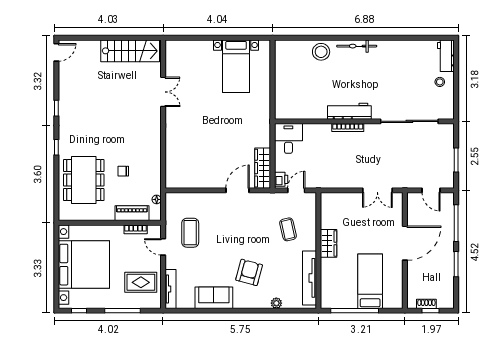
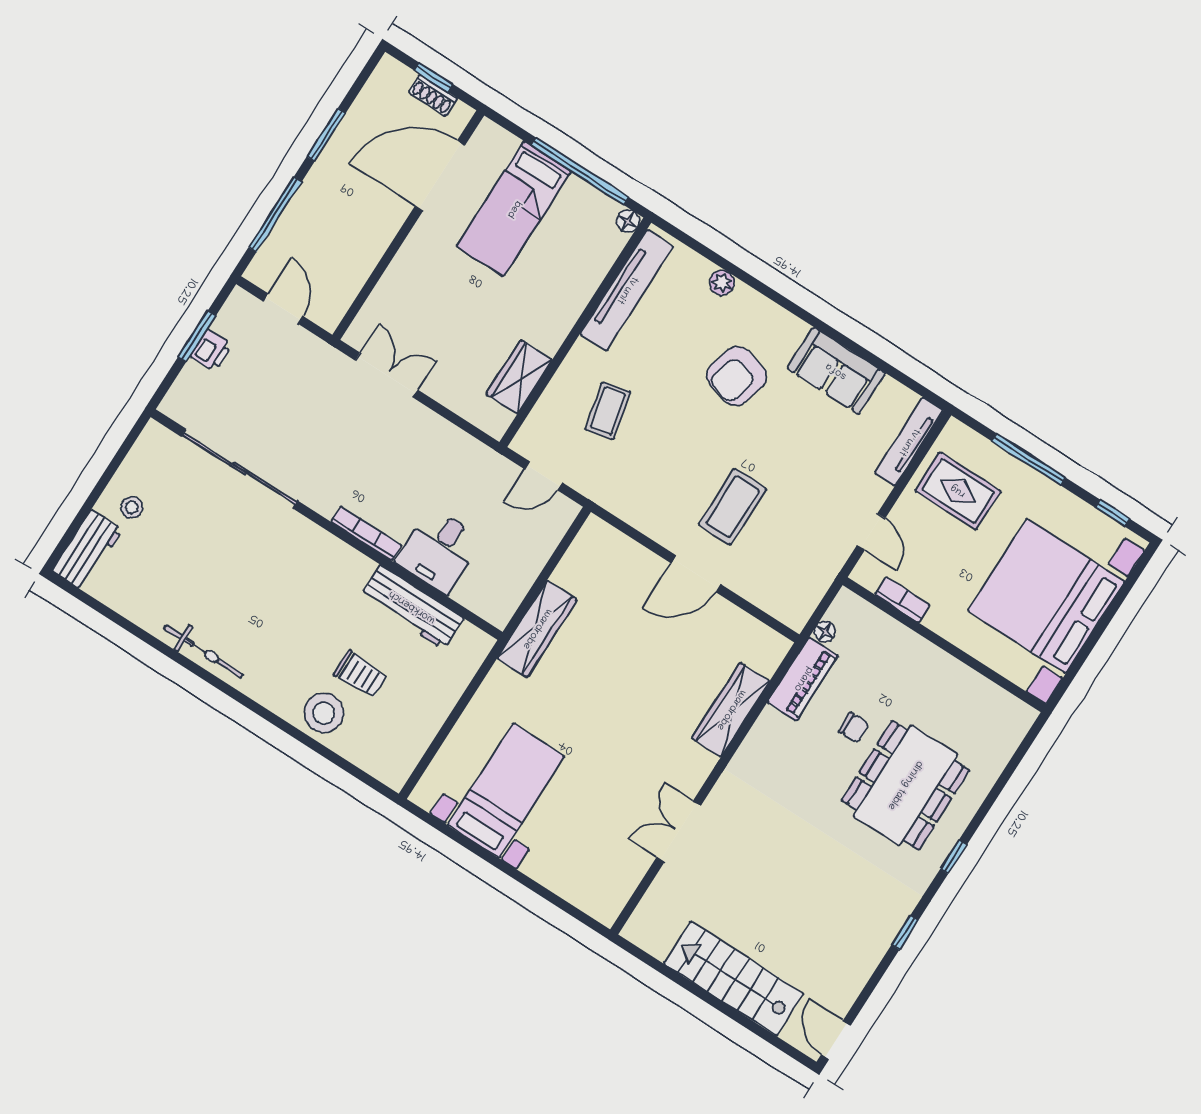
bicycle: (357, 46) -> (204, 651), moved
stairs: (130, 51) -> (734, 979), moved
door: (56, 52) -> (836, 1040), hinge flipped
trolley: (317, 74) -> (360, 675), added
workbench: (349, 111) -> (412, 607), moved
desk: (288, 138) -> (439, 550), moved
wardrobe: (173, 149) -> (731, 710), added
wardrobe: (263, 168) -> (537, 629), moved
printer: (281, 179) -> (211, 350), moved, turned 180
dining table: (84, 180) -> (905, 785), moved
door: (238, 190) -> (696, 574), moved
piano: (132, 213) -> (803, 679), moved, turned -90
coffee table: (190, 233) -> (733, 507), moved
wardrobe: (329, 243) -> (519, 377), moved
door: (405, 243) -> (440, 176), moved
floor lamp: (325, 304) -> (628, 221), added

